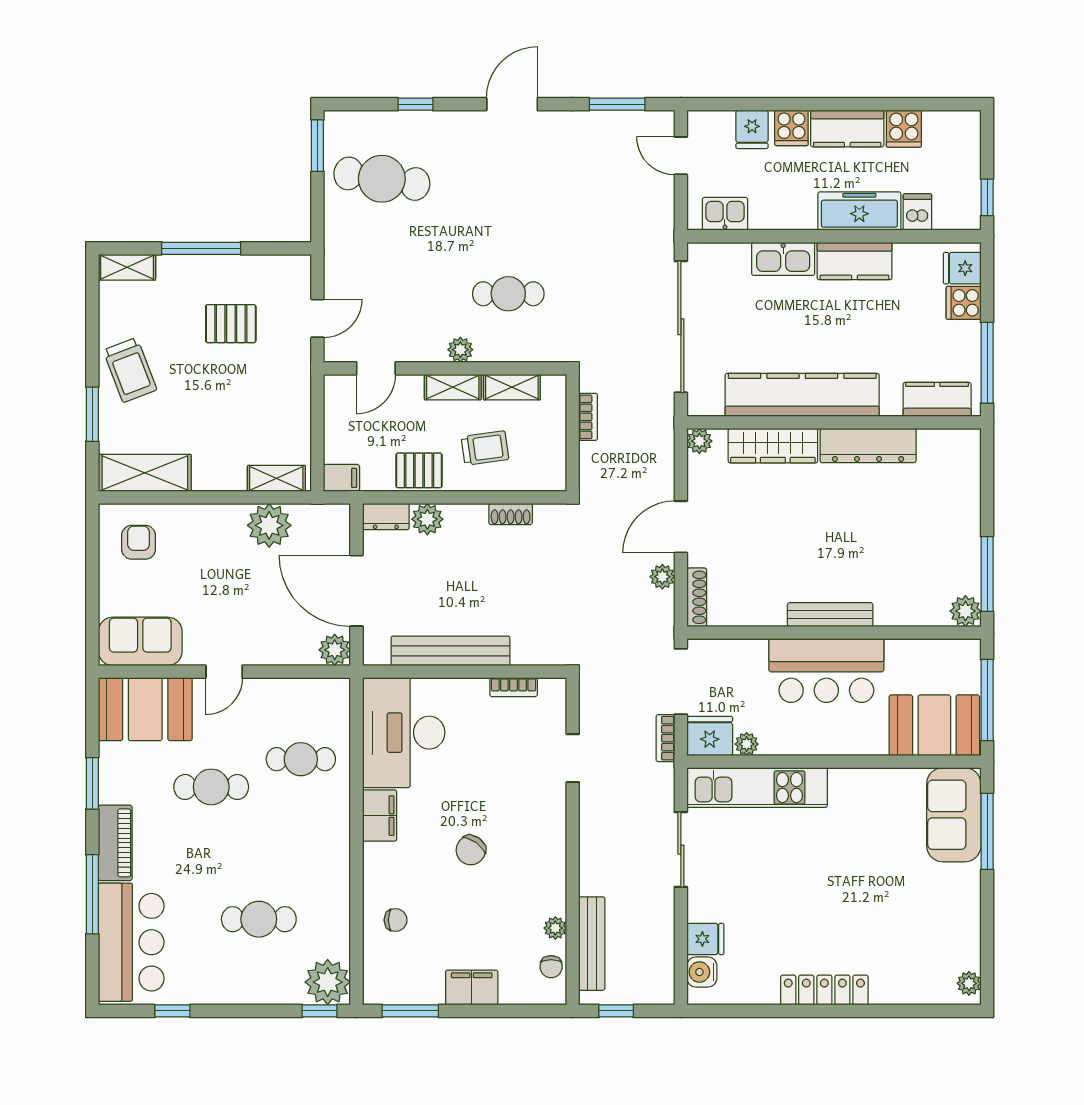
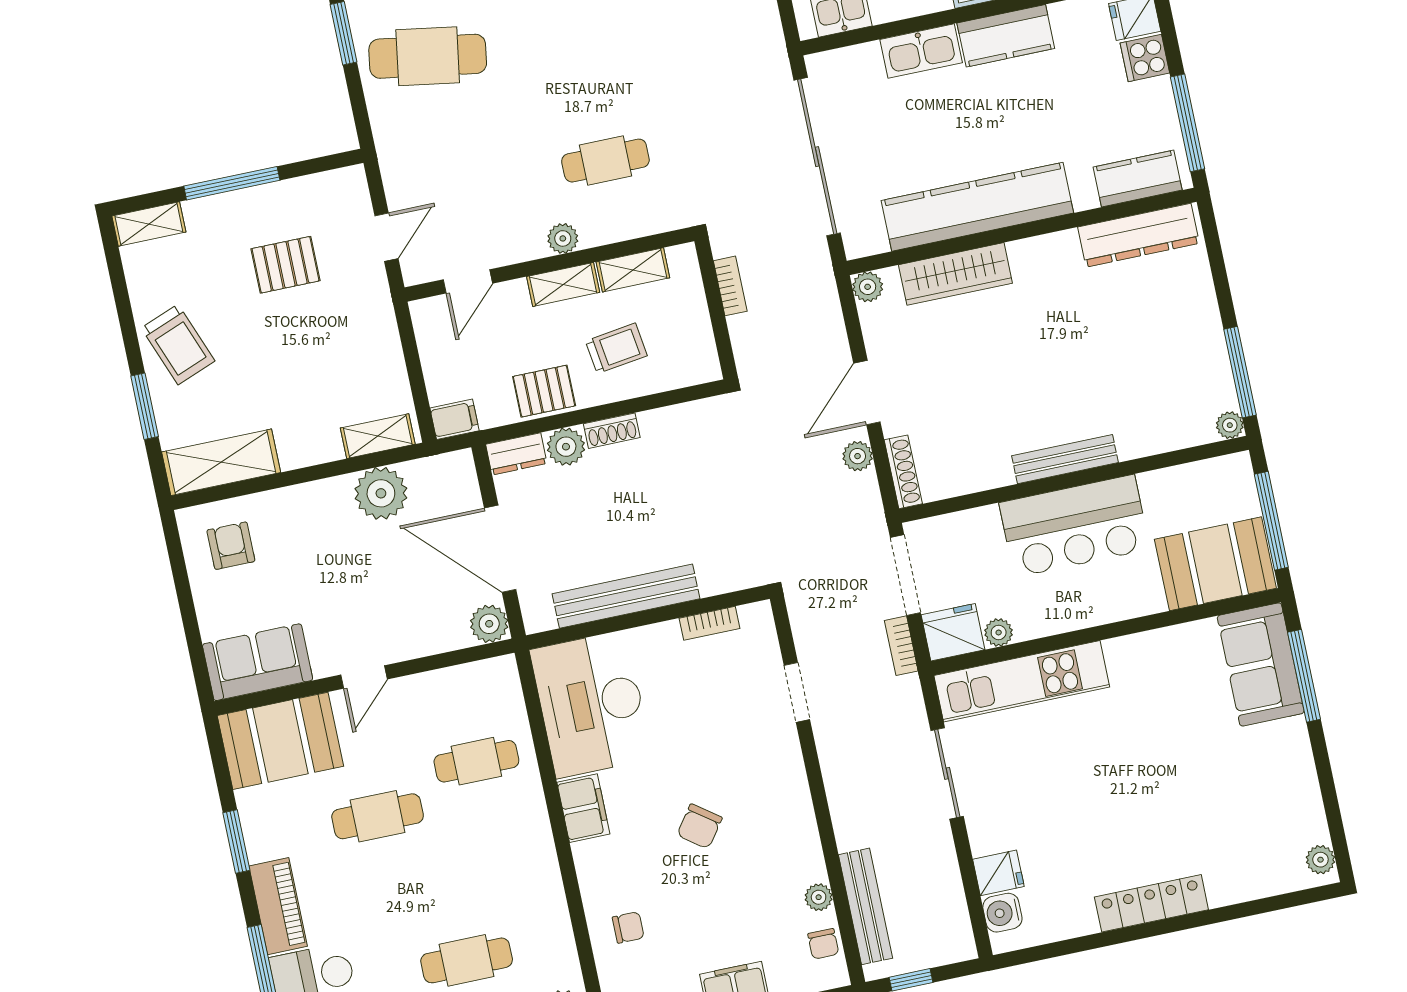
dresser: (868, 446) -> (1139, 235), moved
shoe rack: (511, 514) -> (612, 431), moved
plant: (965, 611) -> (1230, 425), width x0.73, depth x0.73

